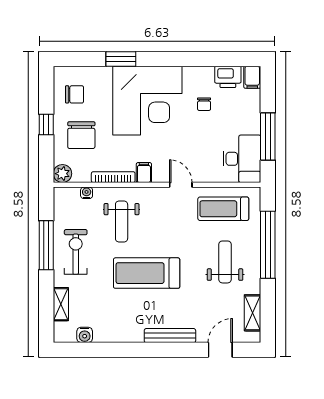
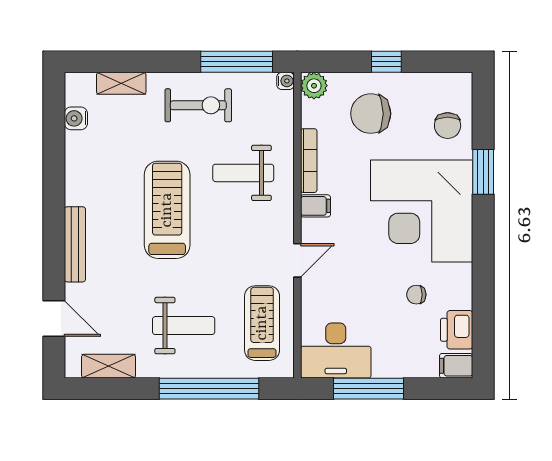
chair: (75, 94) -> (448, 126), moved
water cooler: (87, 193) -> (286, 81), moved
window: (46, 245) -> (237, 62), moved

